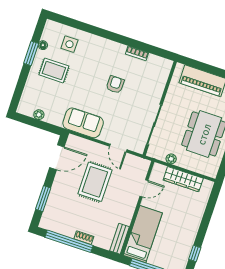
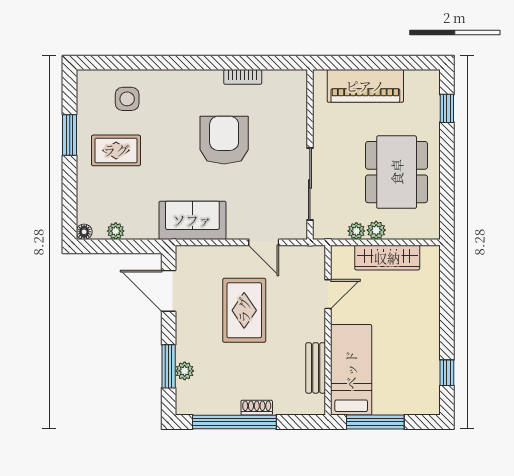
floor lamp: (43, 45) -> (84, 232), moved
armchair: (115, 85) -> (224, 140), width x1.88, depth x1.88
door: (57, 157) -> (169, 291), swing flipped
plant: (182, 162) -> (376, 230), added
plant: (51, 204) -> (185, 371), added
bench: (120, 239) -> (316, 368), moved

